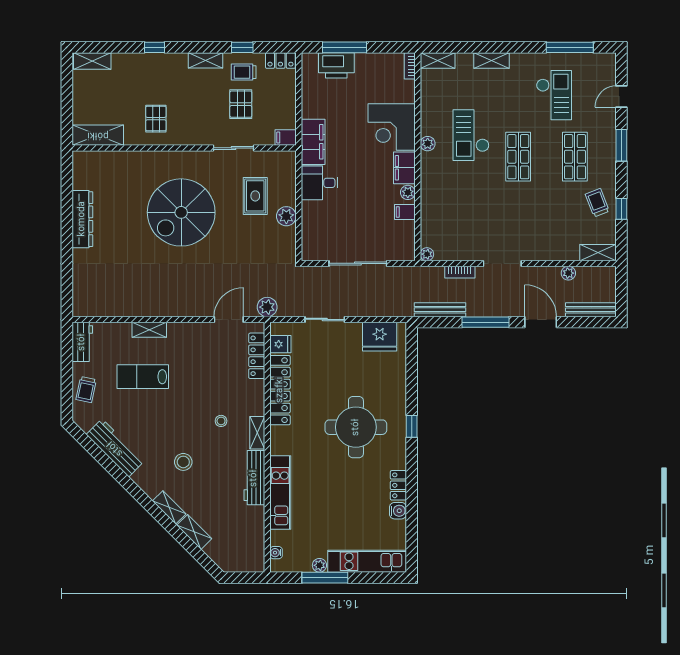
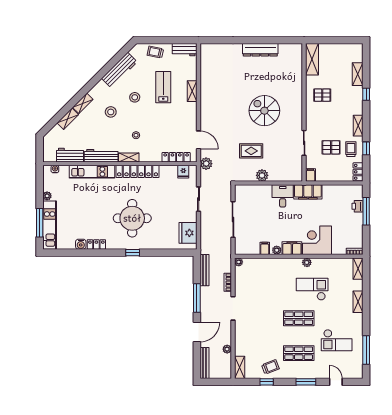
shelving: (92, 61) -> (358, 74), moved
printer: (336, 65) -> (358, 206), width x0.53, depth x0.68
rug: (255, 196) -> (251, 151), moved
spiral stairs: (181, 212) -> (264, 111), width x0.73, depth x0.73
locker: (280, 390) -> (138, 171), moved
stool: (159, 423) -> (135, 97), added
workbench: (253, 528) -> (70, 155), added
window: (325, 578) -> (40, 223), moved

